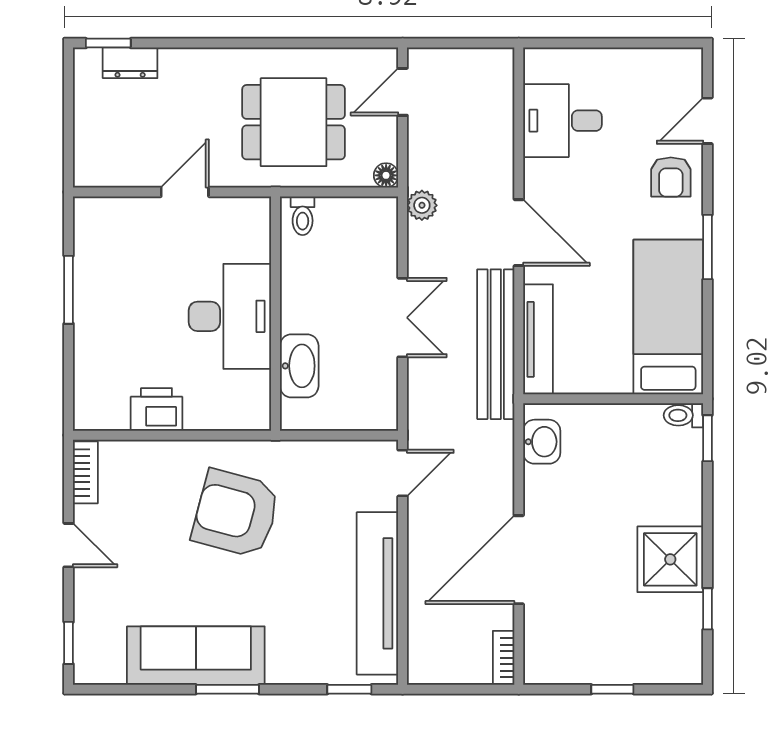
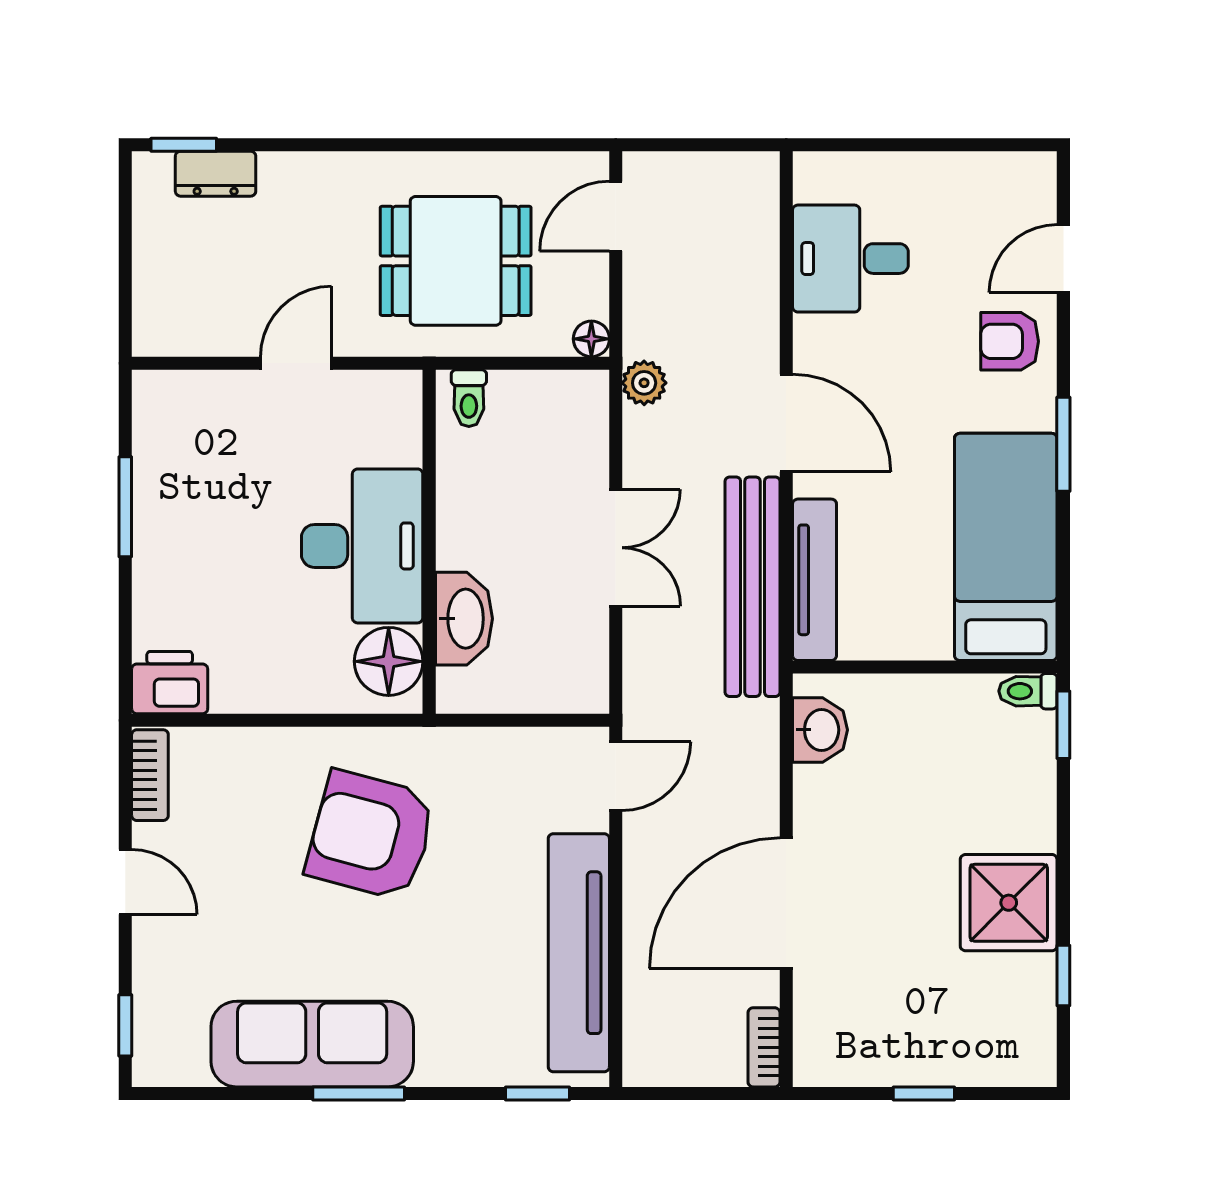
armchair: (671, 177) -> (1010, 341), turned 90
floor lamp: (248, 395) -> (389, 661), added
printer: (156, 409) -> (170, 683), moved

